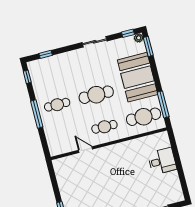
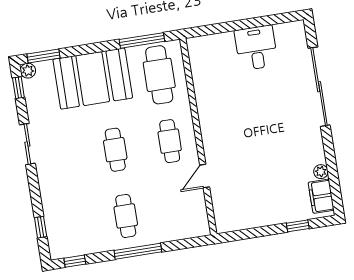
cafe table: (96, 95) -> (115, 150), width x0.73, depth x0.74
desk: (162, 161) -> (256, 48), moved

